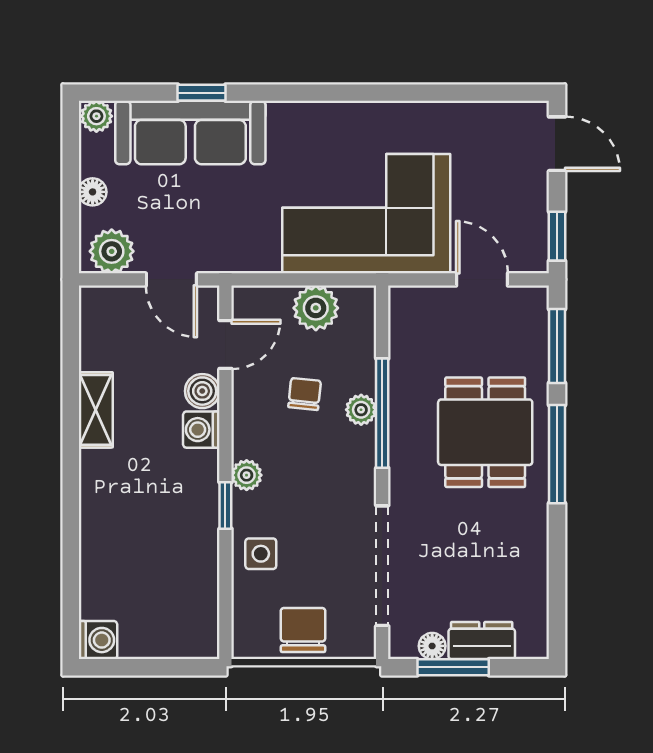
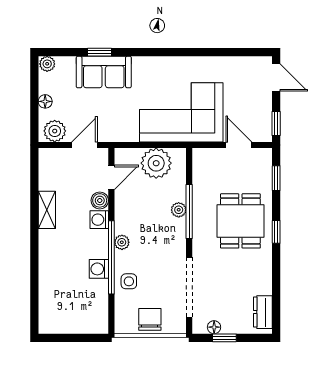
sofa: (190, 133) -> (104, 72), width x0.73
door: (171, 279) -> (84, 145), swing flipped
plant: (316, 308) -> (156, 163), width x1.36, depth x1.36
window: (557, 346) -> (276, 178), width x0.67
chair: (305, 394) -> (151, 202), removed
window: (557, 454) -> (276, 232), width x0.46
window: (225, 505) -> (111, 257), width x3.17
washing machine: (98, 640) -> (99, 269), moved, turned 180
dresser: (482, 641) -> (263, 312), moved, turned -90
window: (453, 667) -> (224, 338), width x0.67

